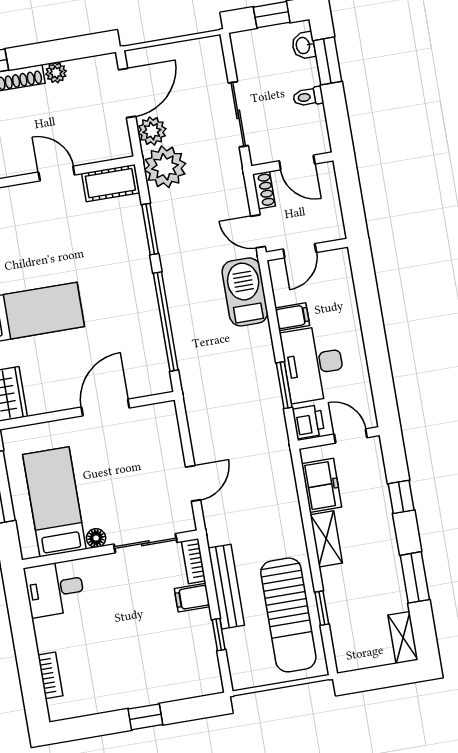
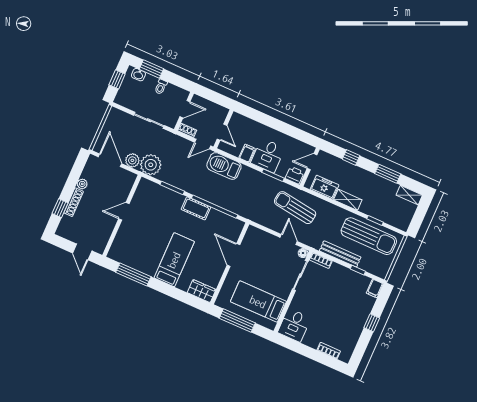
cot: (110, 183) -> (196, 208), moved, turned 90
desk: (313, 364) -> (268, 155), width x0.73
sun lounger: (254, 459) -> (295, 208), added
floor lamp: (96, 538) -> (303, 253), moved
filing cabinet: (192, 598) -> (375, 288), moved

